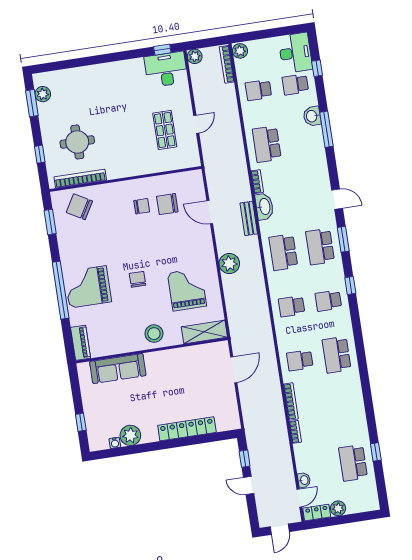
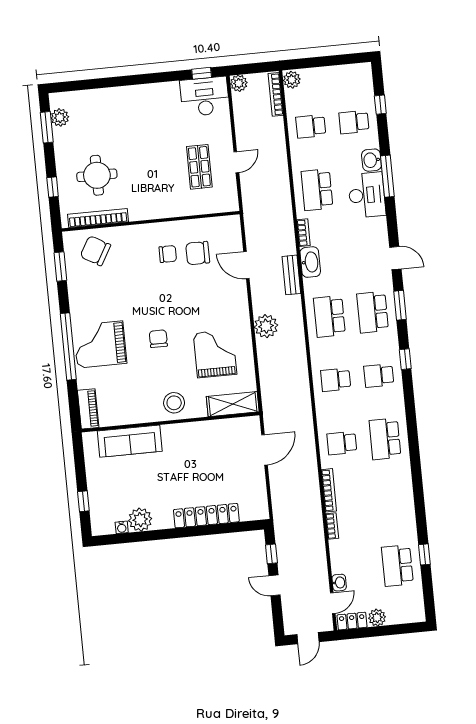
desk: (295, 53) -> (367, 195), moved

